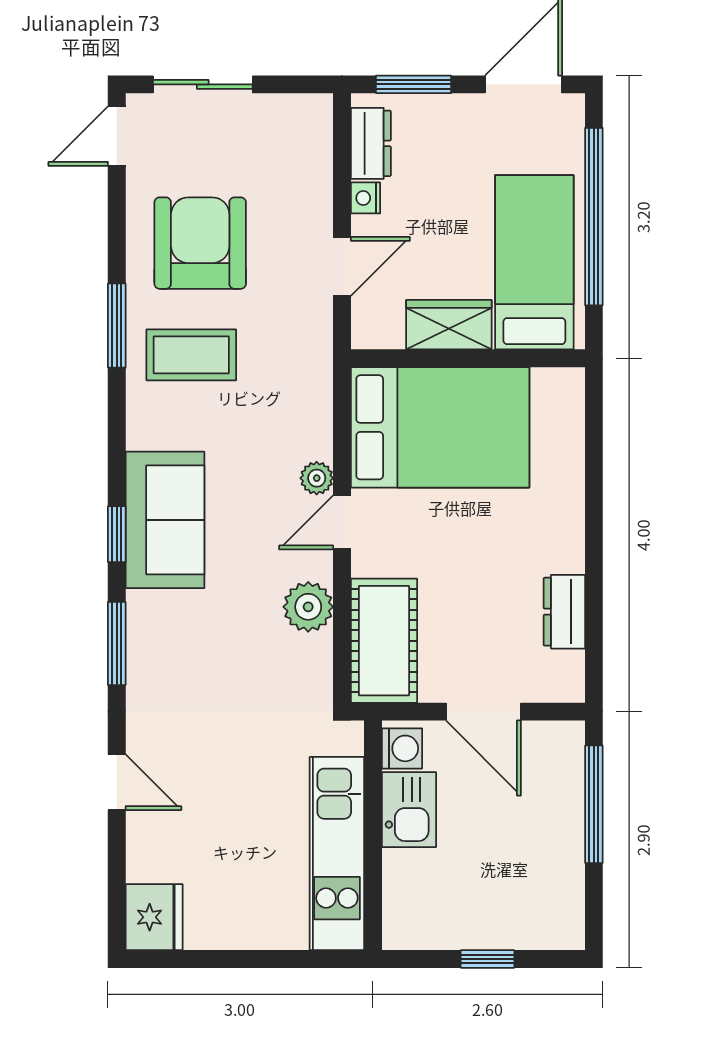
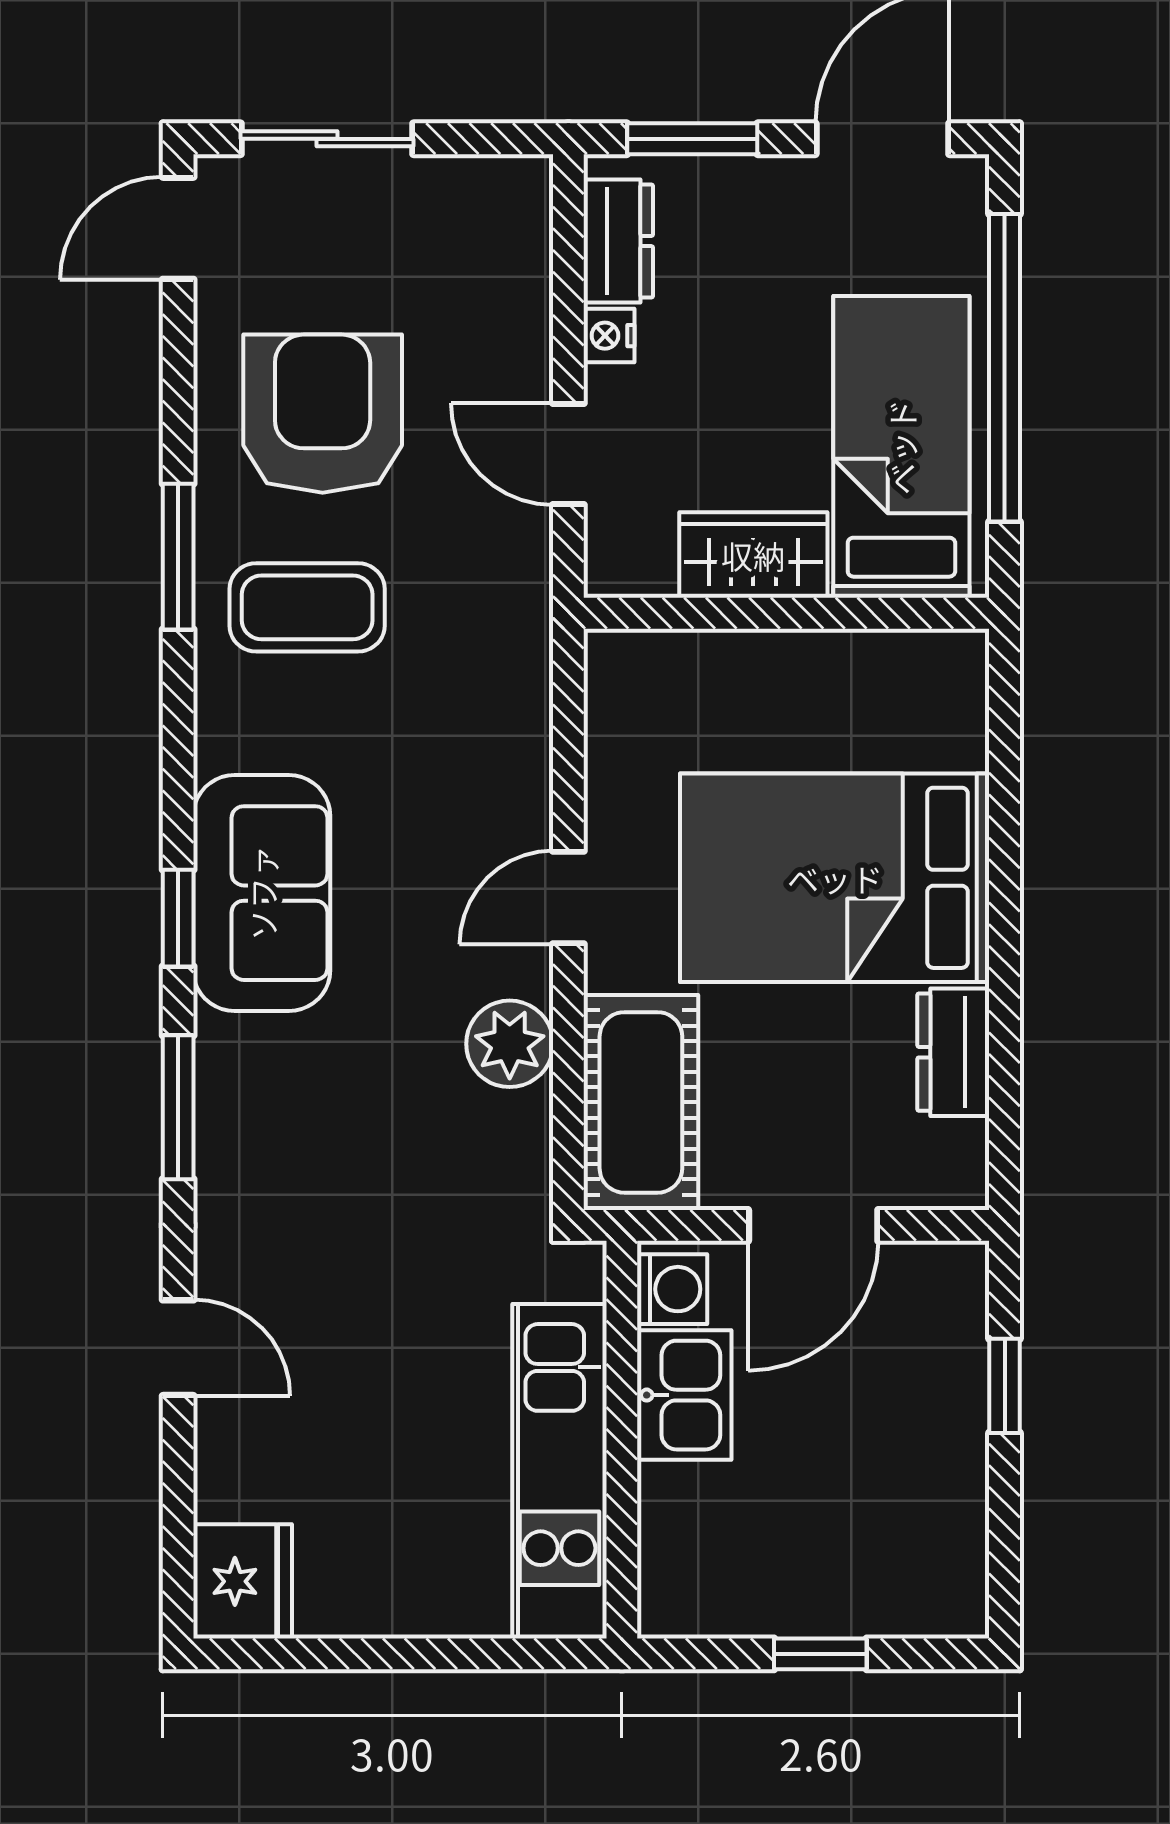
door: (342, 266) -> (568, 454), swing flipped
bed: (440, 427) -> (835, 878), moved, turned 180
plant: (317, 478) -> (524, 821), removed
door: (483, 712) -> (813, 1225), hinge flipped
window: (594, 804) -> (1005, 1386), width x0.46

